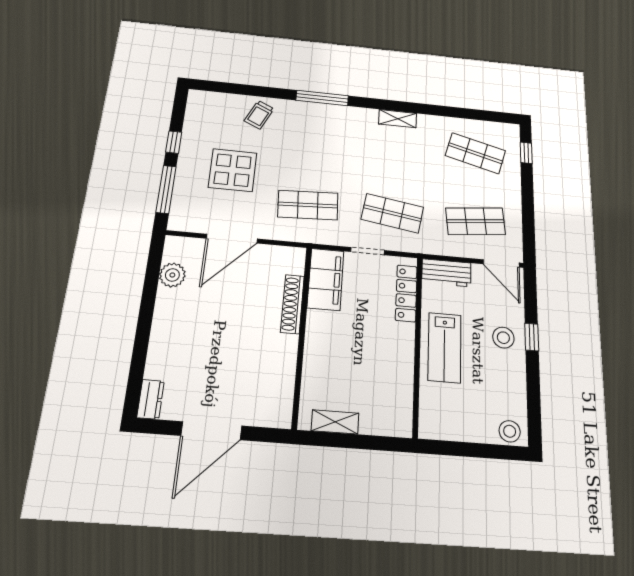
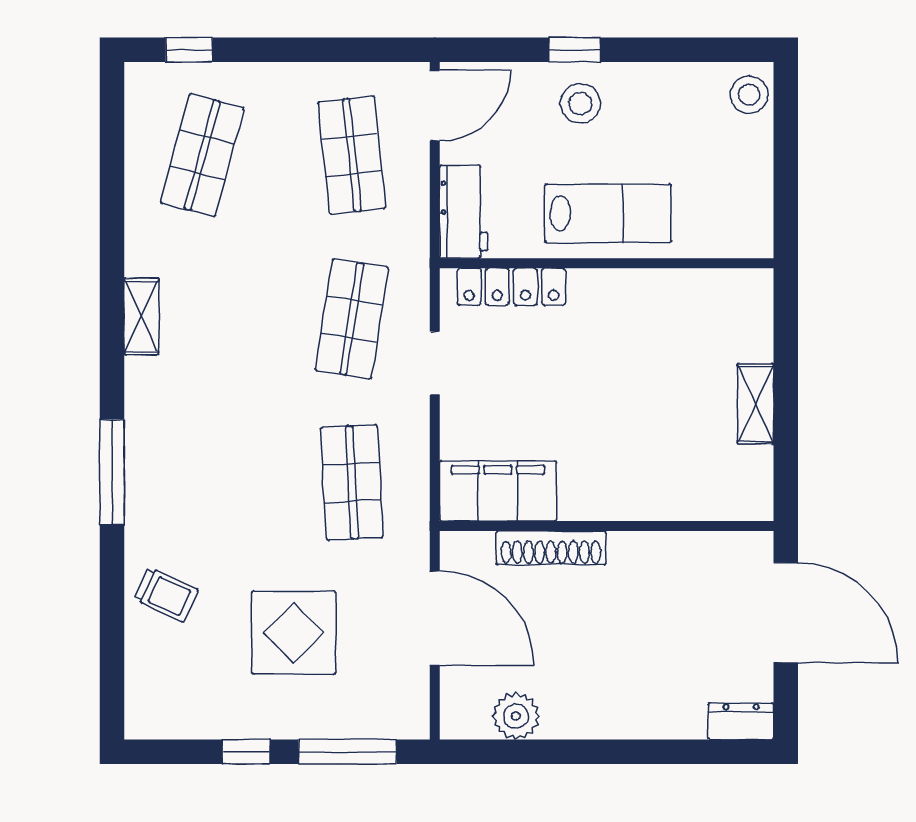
filing cabinet: (326, 279) -> (498, 491), moved
shoe rack: (292, 304) -> (551, 548), moved
wall: (302, 335) -> (607, 526), moved

